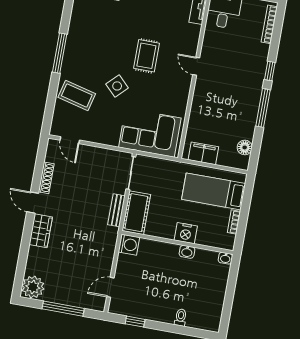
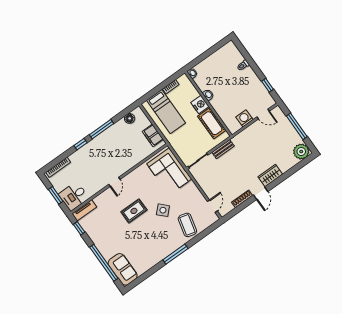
cot: (136, 213) -> (212, 123), moved, turned 90
washing machine: (129, 245) -> (245, 118), moved

